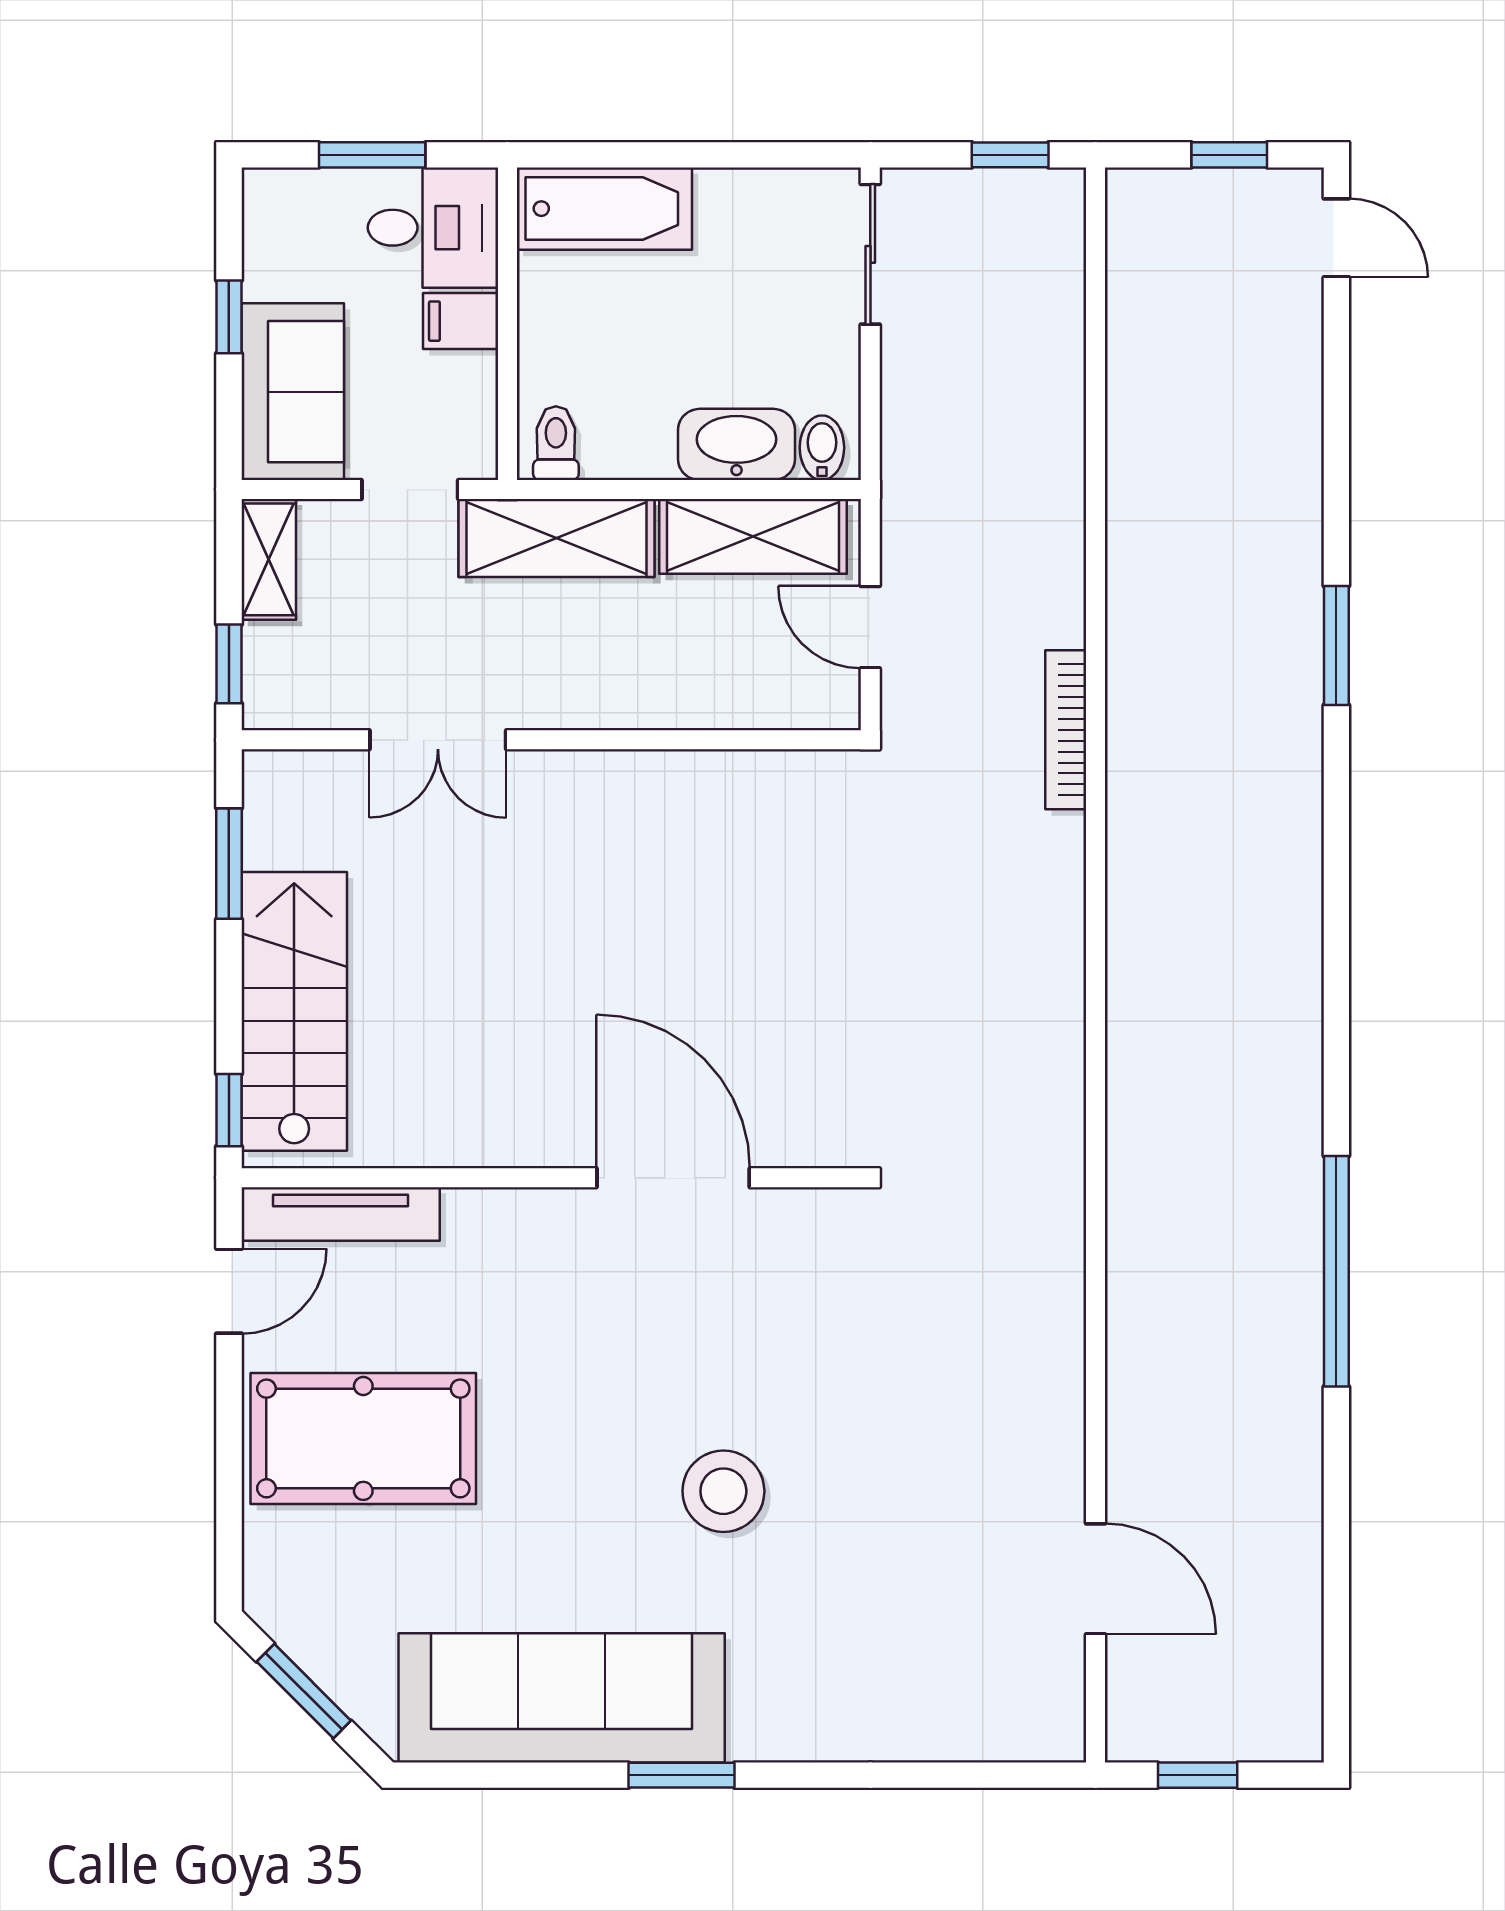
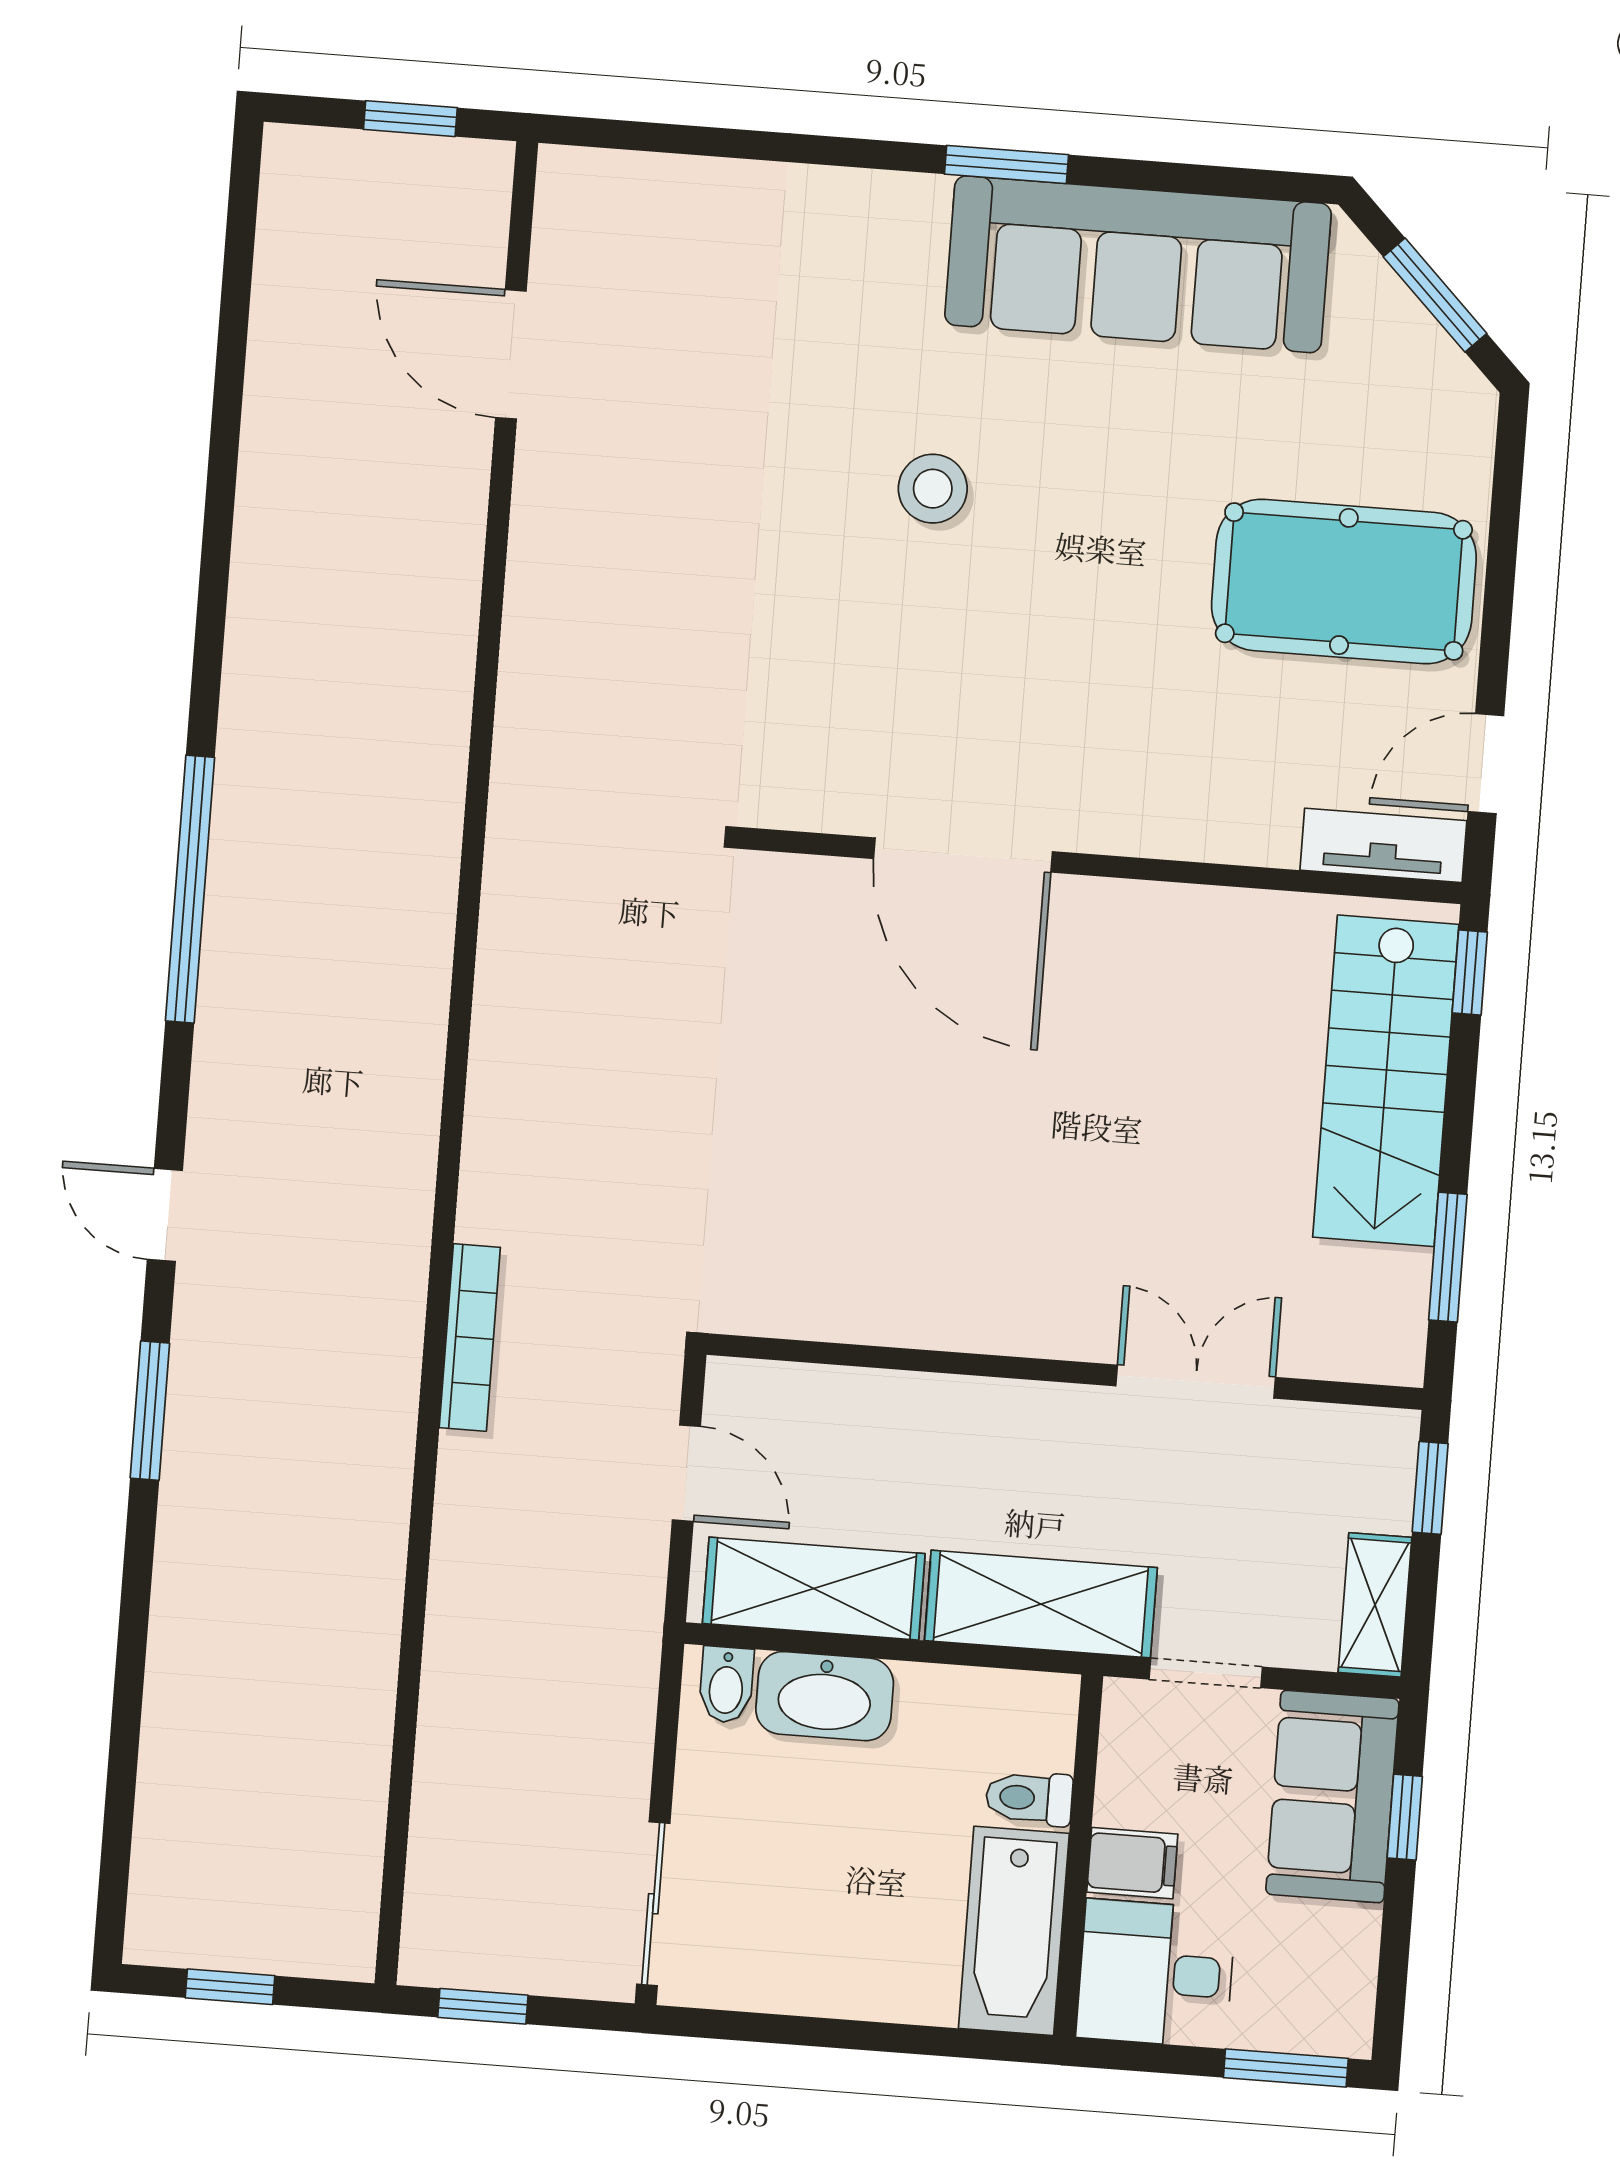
window: (372, 155) -> (1286, 2068), moved
bathtub: (604, 209) -> (1014, 1931), moved, turned -90
door: (1336, 238) -> (165, 1215), moved
window: (229, 317) -> (1405, 1817), moved
toilet: (556, 443) -> (1029, 1798), moved, turned 90
tv unit: (341, 1214) -> (1383, 845), width x0.71
window: (1336, 1271) -> (190, 889), moved
stool: (723, 1491) -> (933, 489), width x0.73, depth x0.73

